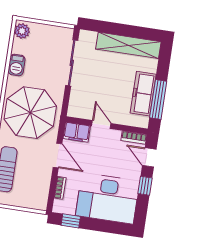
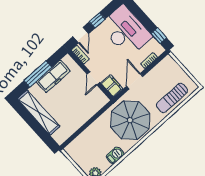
sliding door: (72, 63) -> (81, 130), removed
window: (158, 100) -> (38, 74), moved

